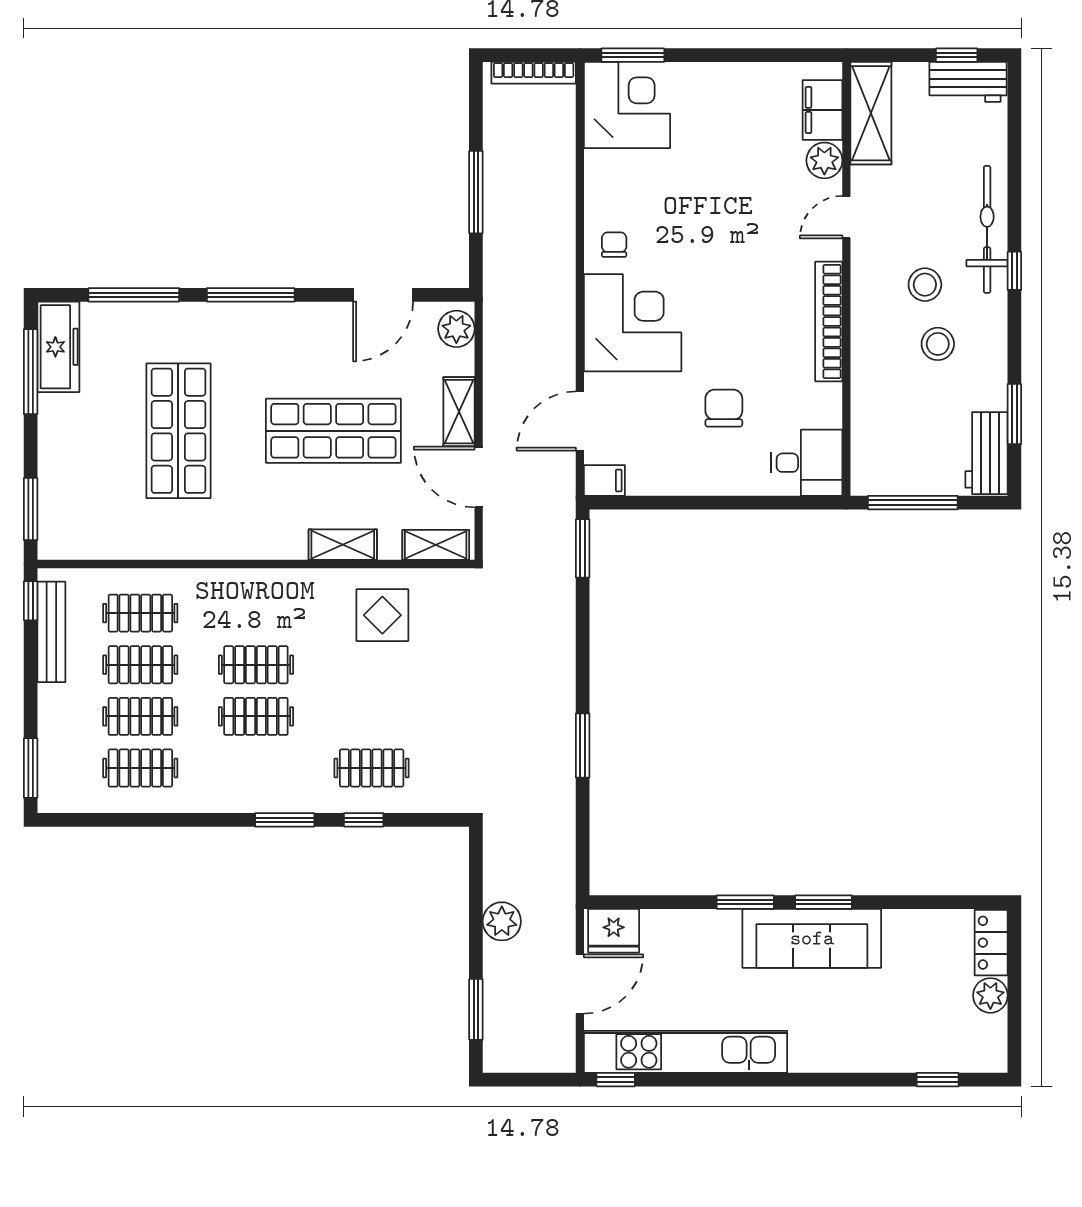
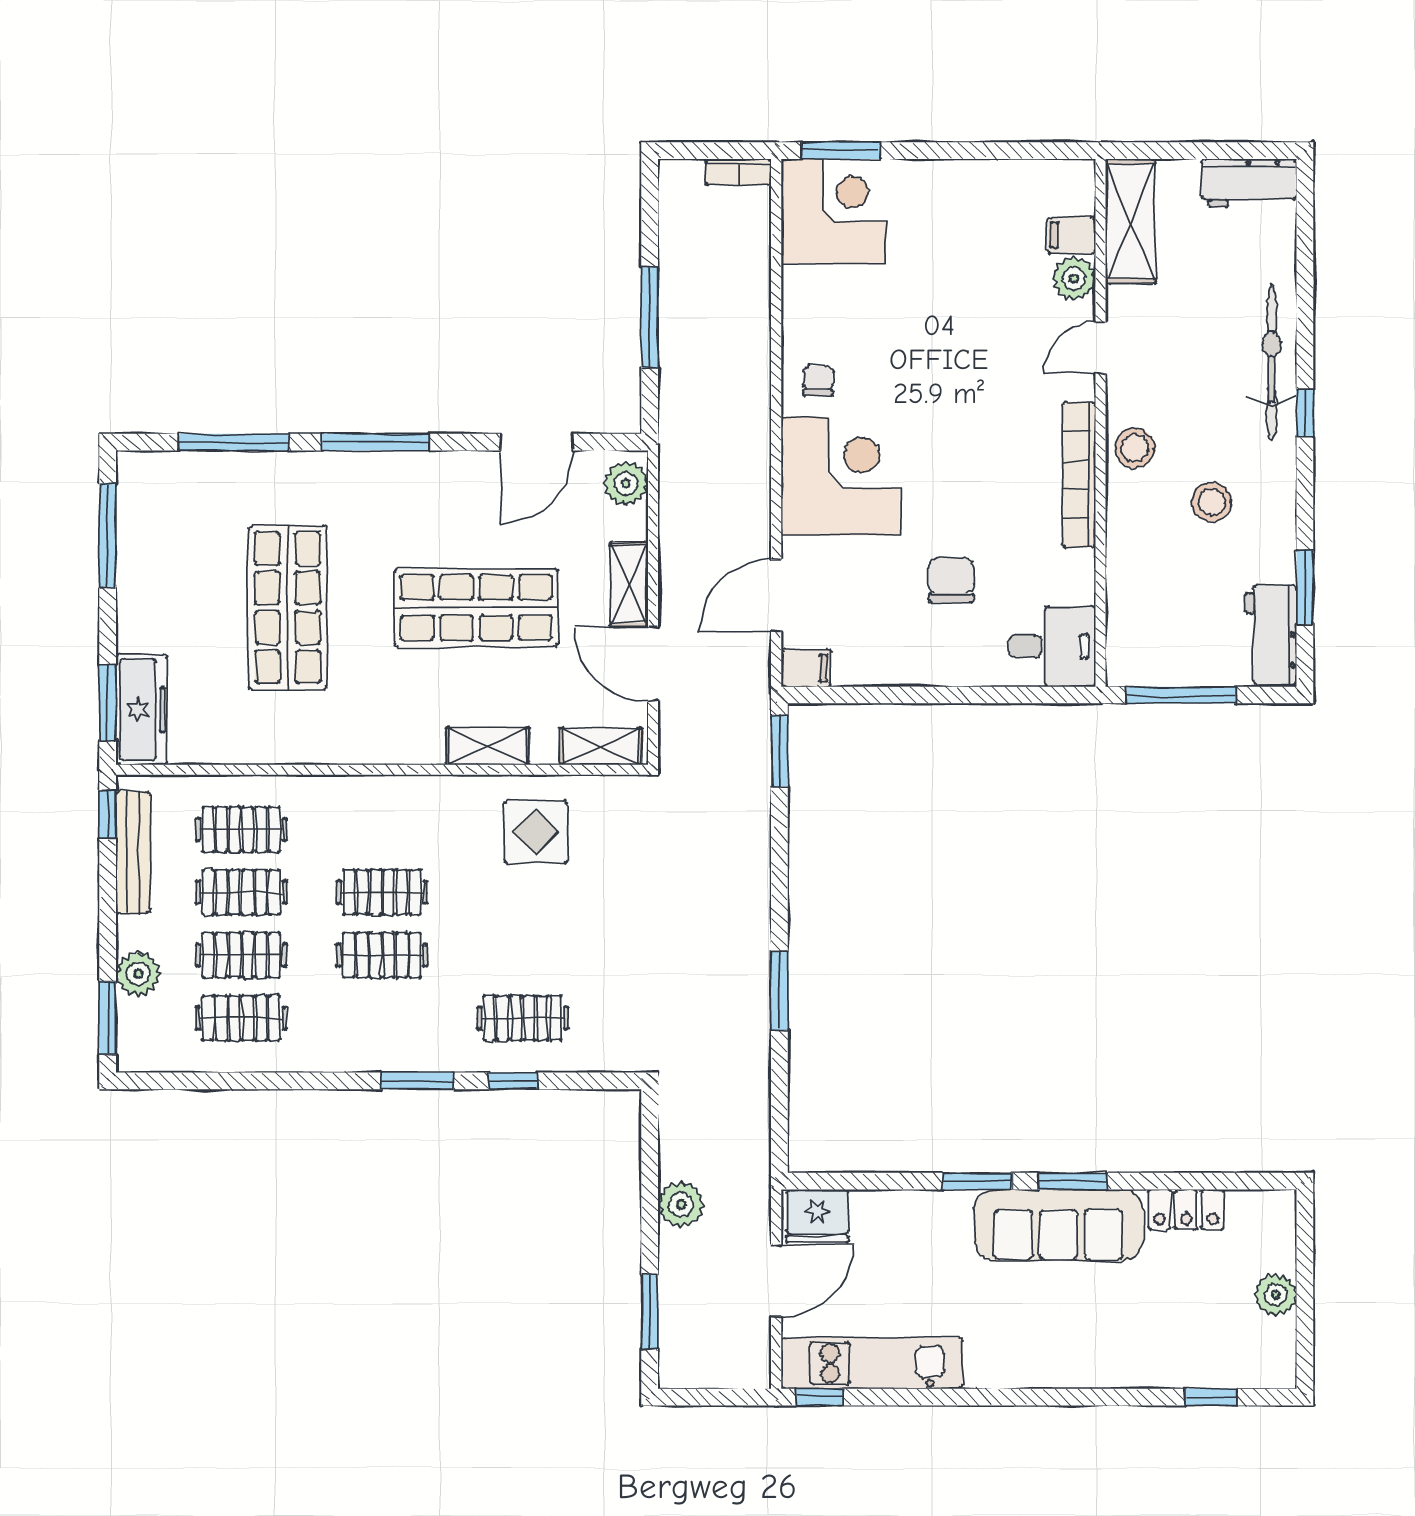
window: (957, 55) -> (1235, 151), removed
bookcase: (534, 73) -> (738, 172), width x0.64
filing cabinet: (822, 110) -> (1071, 235), width x0.50
stool: (925, 285) -> (1135, 448), moved
freezer: (58, 347) -> (141, 710), moved
plant: (56, 732) -> (138, 974), added
locker: (991, 943) -> (1186, 1210), moved, turned -90
kitchen unit: (686, 1052) -> (872, 1363), width x0.73

